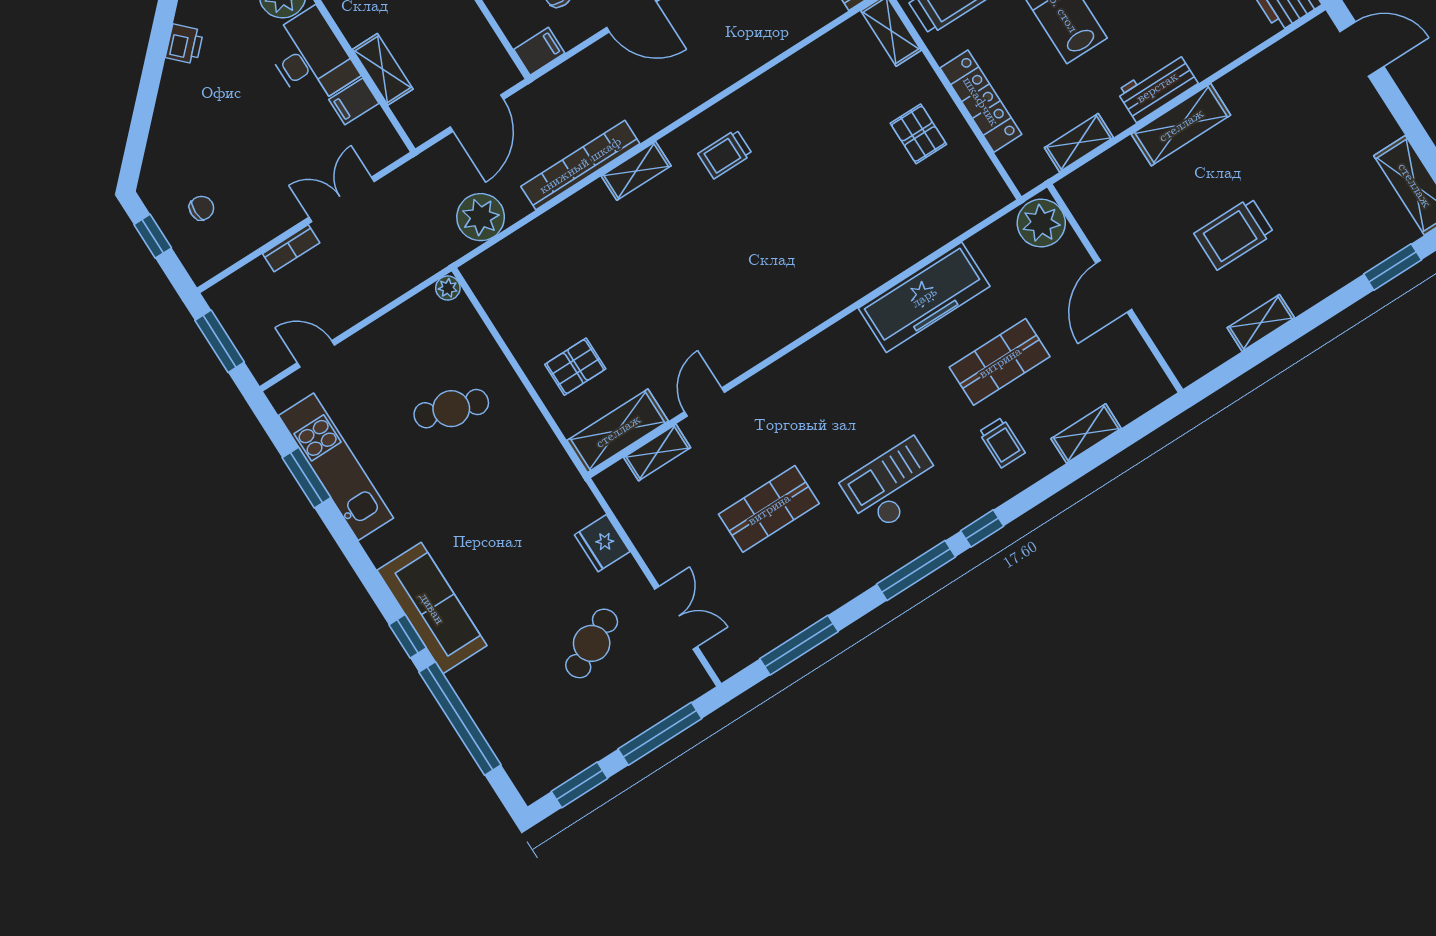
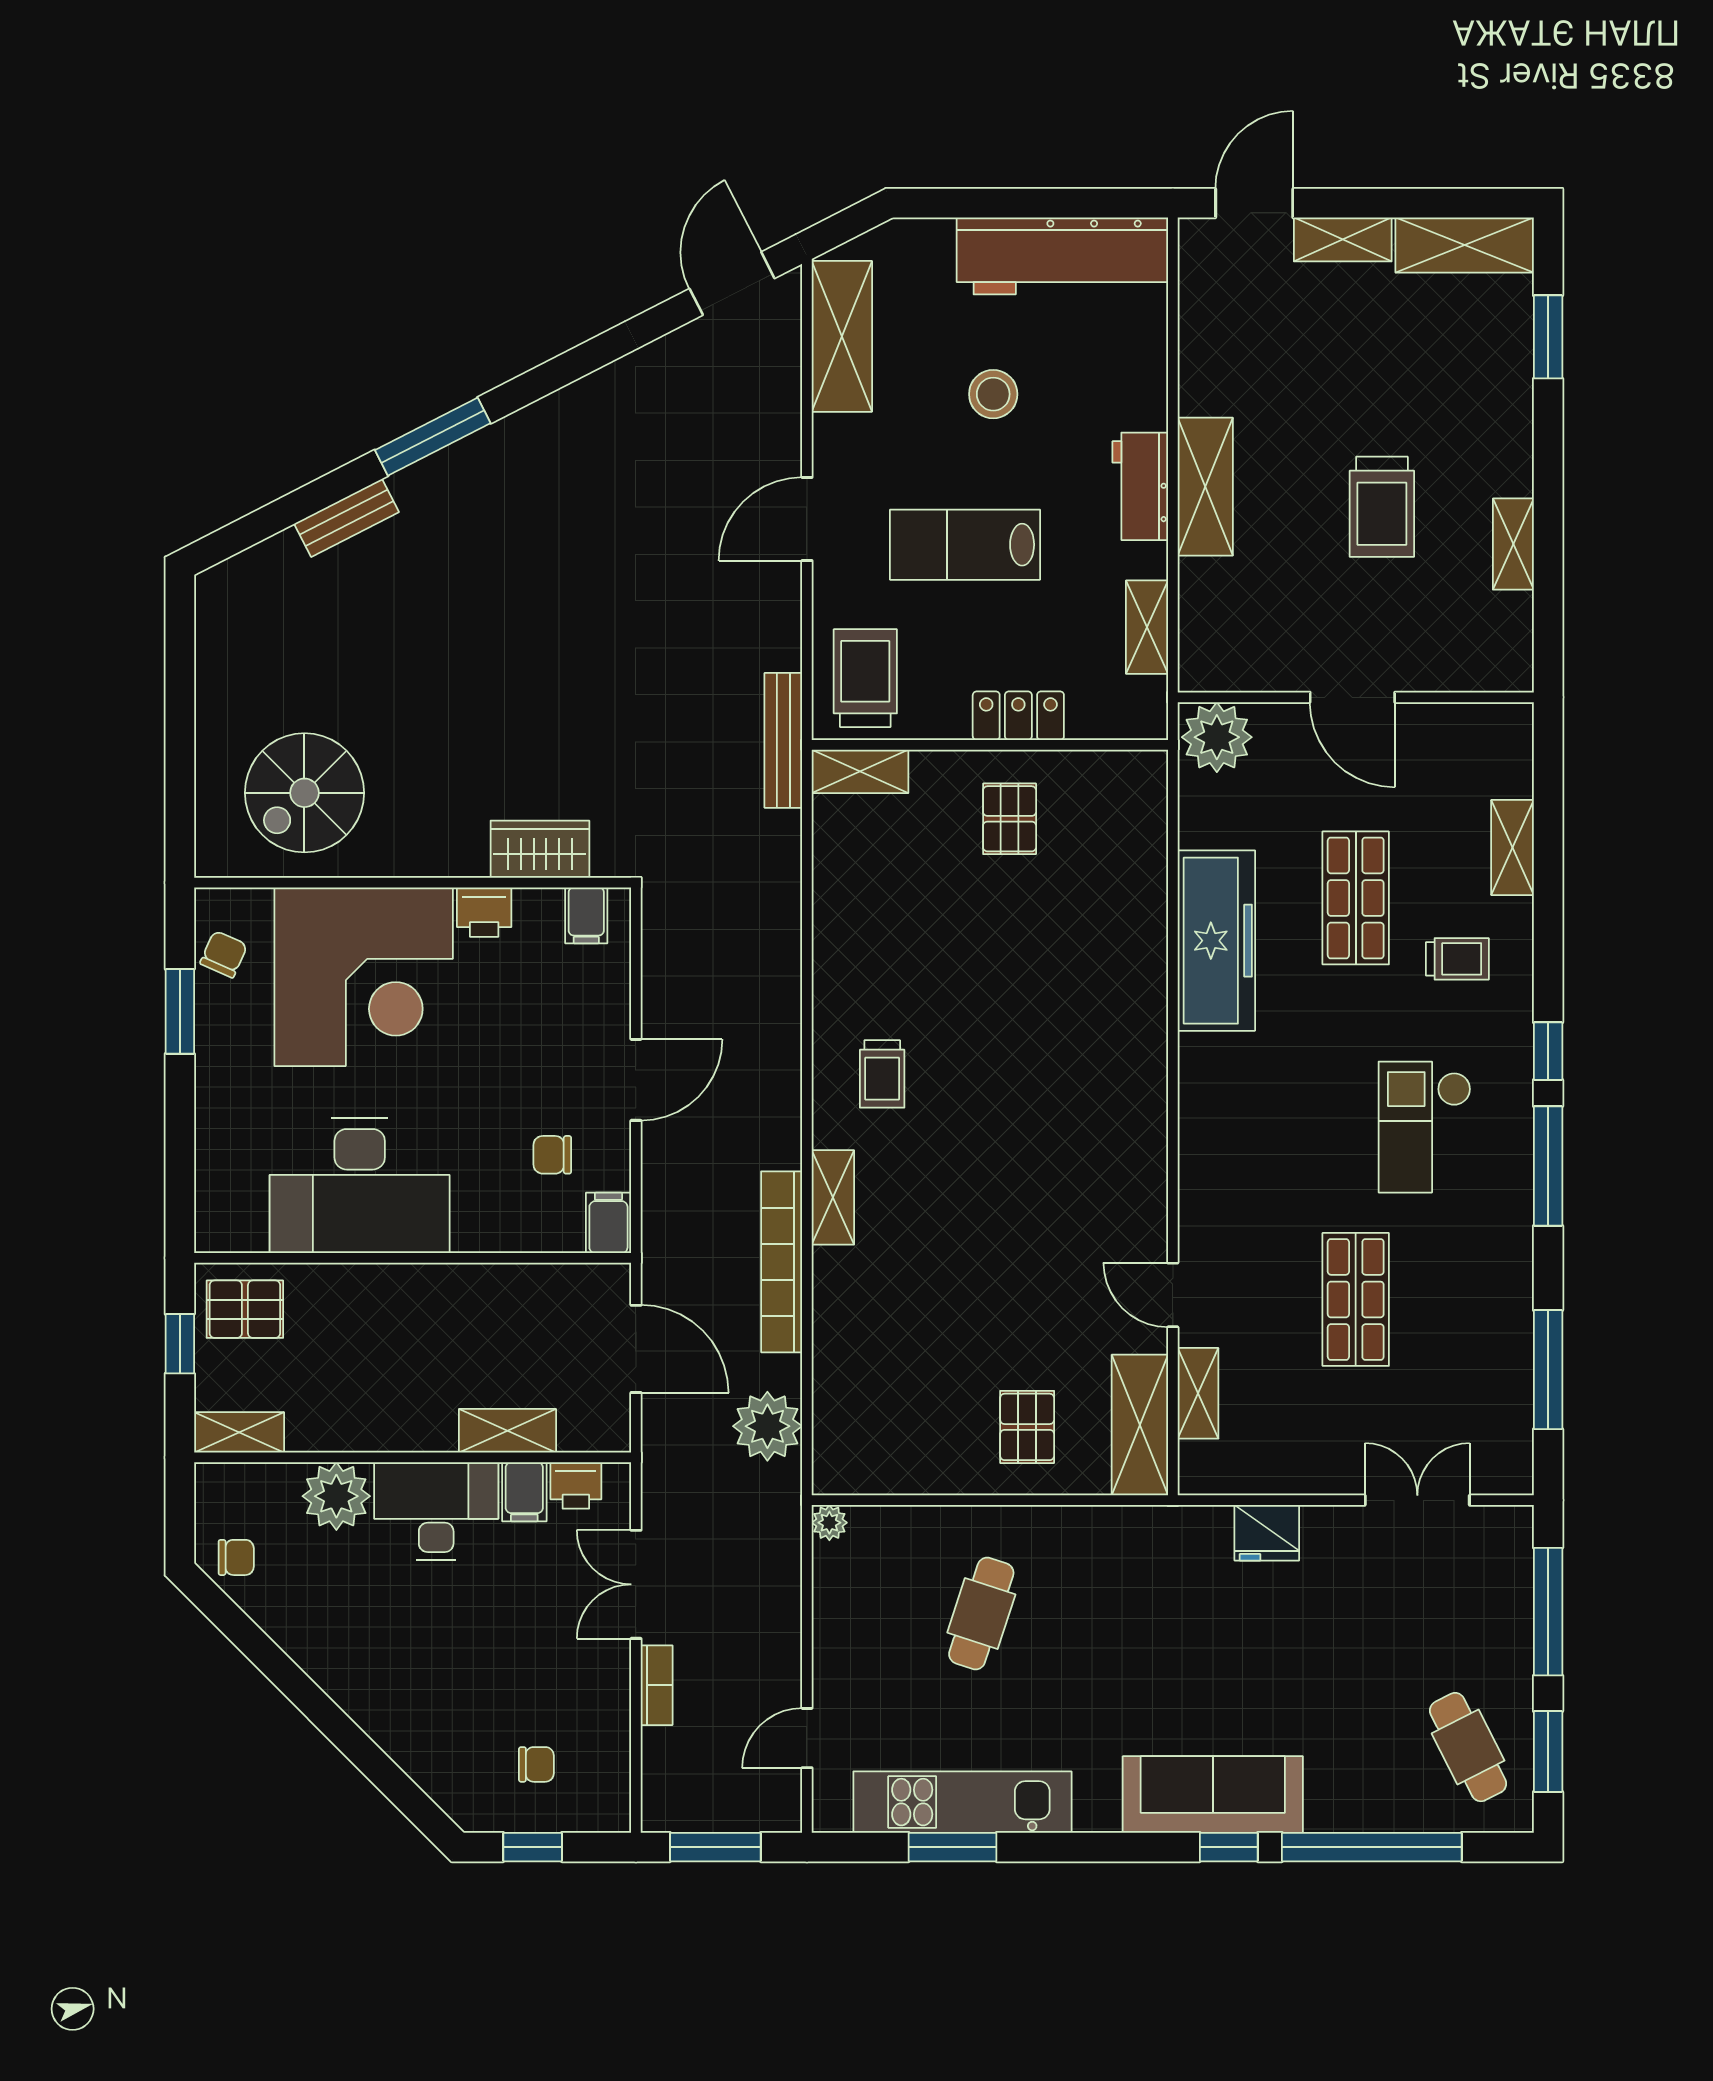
printer: (184, 44) -> (576, 1485), moved, turned 135
locker: (981, 101) -> (1018, 716), width x0.66
shelving: (1373, 113) -> (1343, 239), added
pallet: (918, 134) -> (1010, 819), turned 90
chair: (202, 208) -> (536, 1764), turned 90
cafe table: (592, 643) -> (1468, 1747), moved

